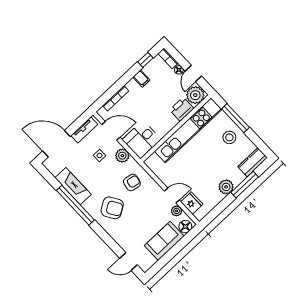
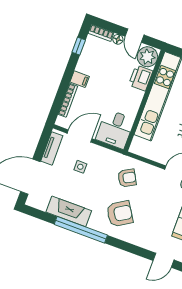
filing cabinet: (141, 79) -> (80, 79), moved
plant: (122, 156) -> (104, 155), removed
armchair: (132, 182) -> (127, 178), turned 50

